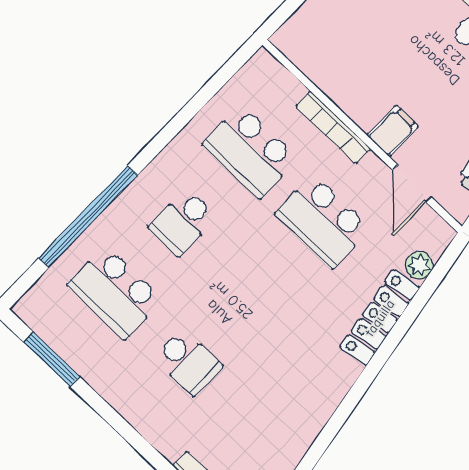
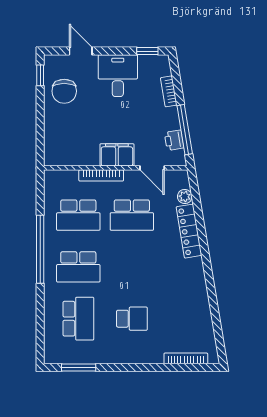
filing cabinet: (393, 131) -> (117, 155), width x2.00
window: (88, 217) -> (40, 249), moved
school desk: (183, 222) -> (78, 267), width x1.85
school desk: (115, 292) -> (78, 319), turned -90

